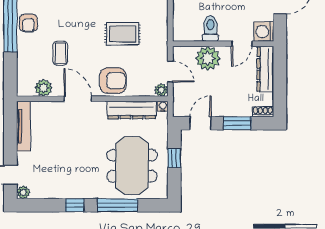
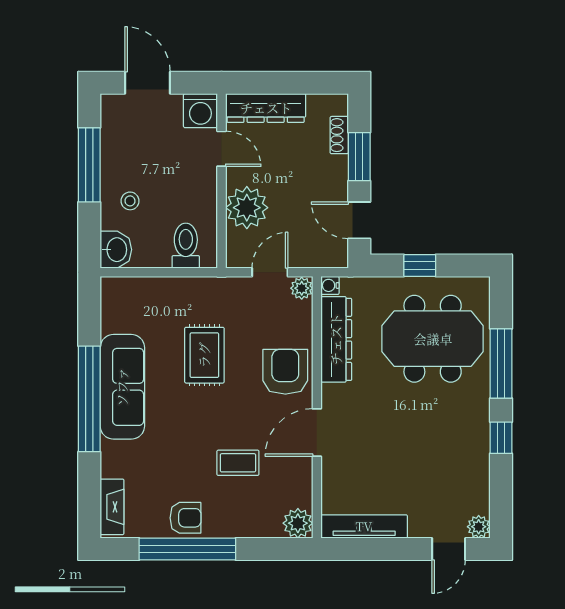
toilet: (210, 28) -> (186, 246), moved, turned 90
plant: (44, 88) -> (298, 523), moved
shoe rack: (263, 112) -> (339, 135), moved

